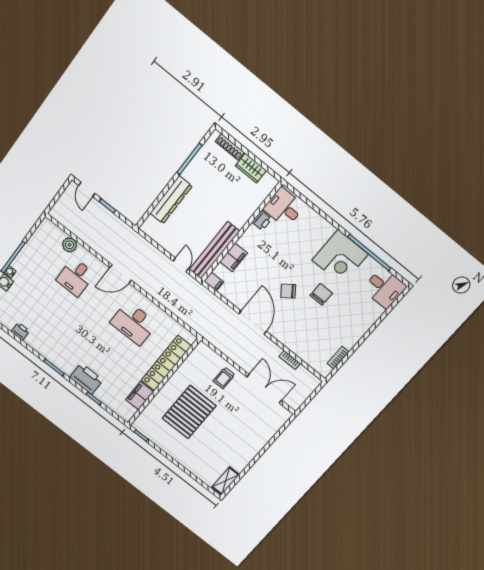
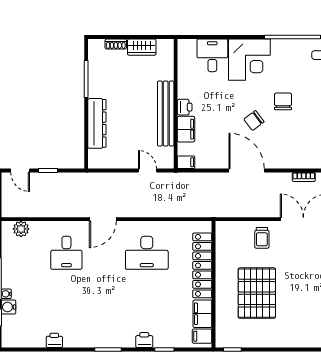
shoe rack: (230, 147) -> (116, 44), width x0.70
desk: (284, 208) -> (212, 55), moved, turned 90
printer: (262, 220) -> (185, 107), moved
plant: (70, 245) -> (21, 229), moved
bench: (214, 250) -> (166, 114), moved
corner desk: (340, 257) -> (249, 60), moved
printer: (86, 379) -> (144, 340), width x0.53, depth x0.68
filing cabinet: (127, 410) -> (202, 336), added

